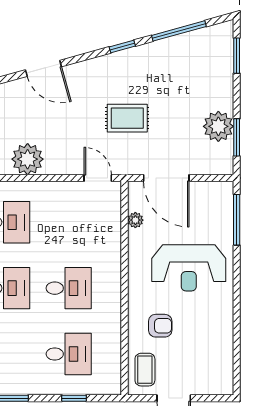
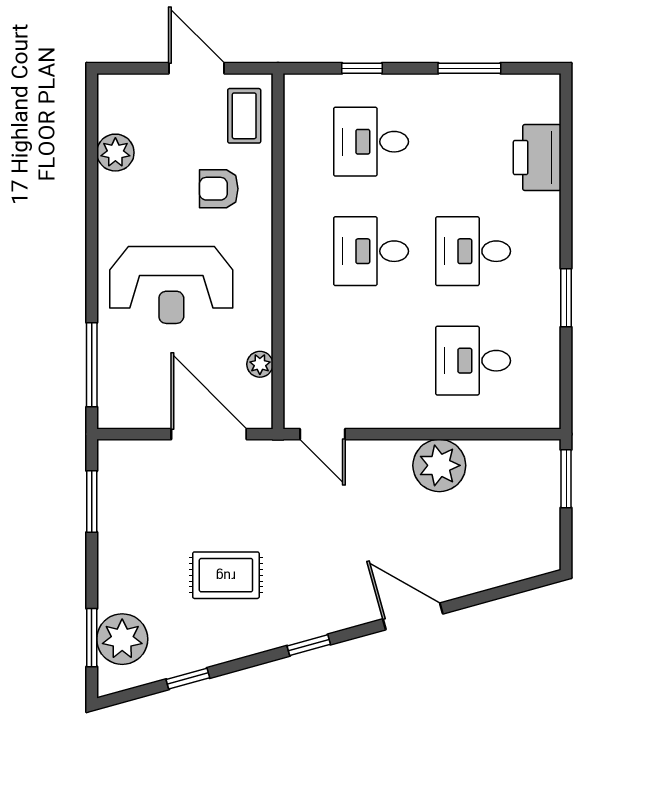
window: (179, 31) -> (188, 679), width x0.46
window: (122, 47) -> (309, 645), moved
rug: (127, 118) -> (226, 575), moved
plant: (218, 126) -> (122, 639), moved
reception desk: (189, 268) -> (171, 285), turned 180
plant: (222, 347) -> (115, 153), added

